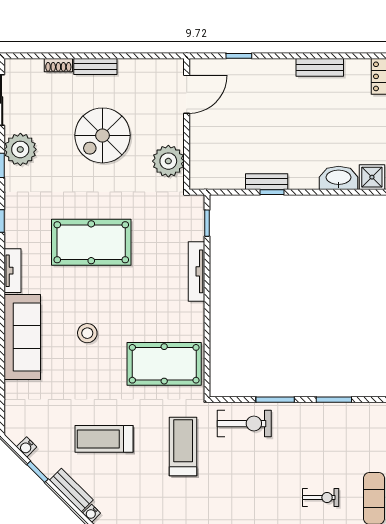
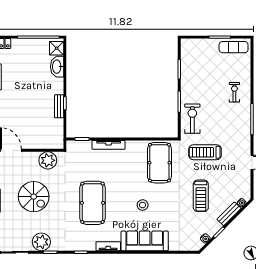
exercise bike: (321, 497) -> (234, 92), moved

